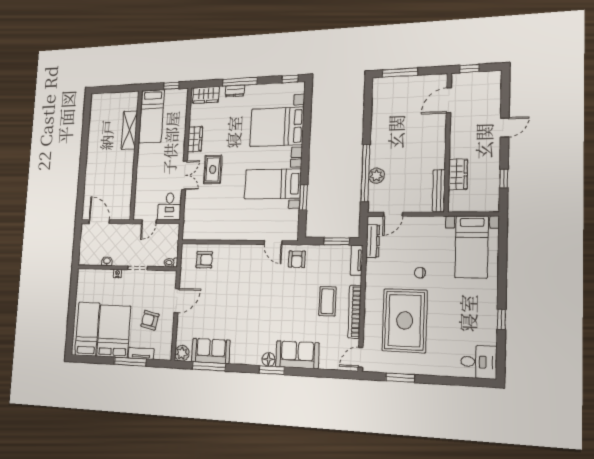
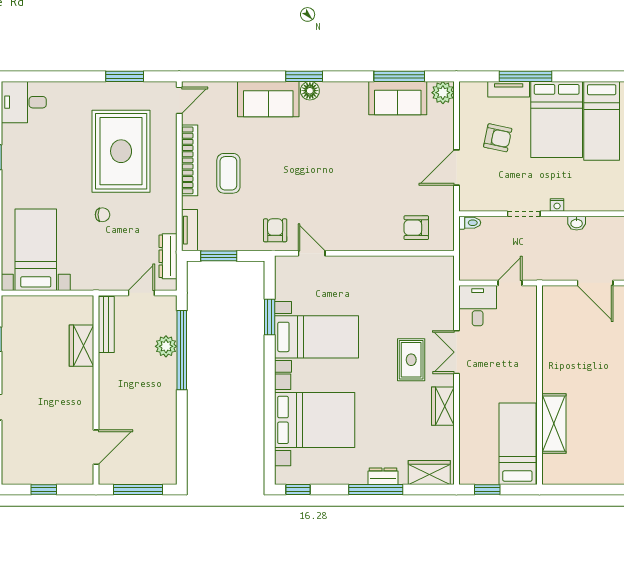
door: (449, 100) -> (96, 447), moved
wall: (448, 142) -> (96, 390), moved
wardrobe: (458, 175) -> (81, 346), moved
bench: (439, 191) -> (106, 325), moved

